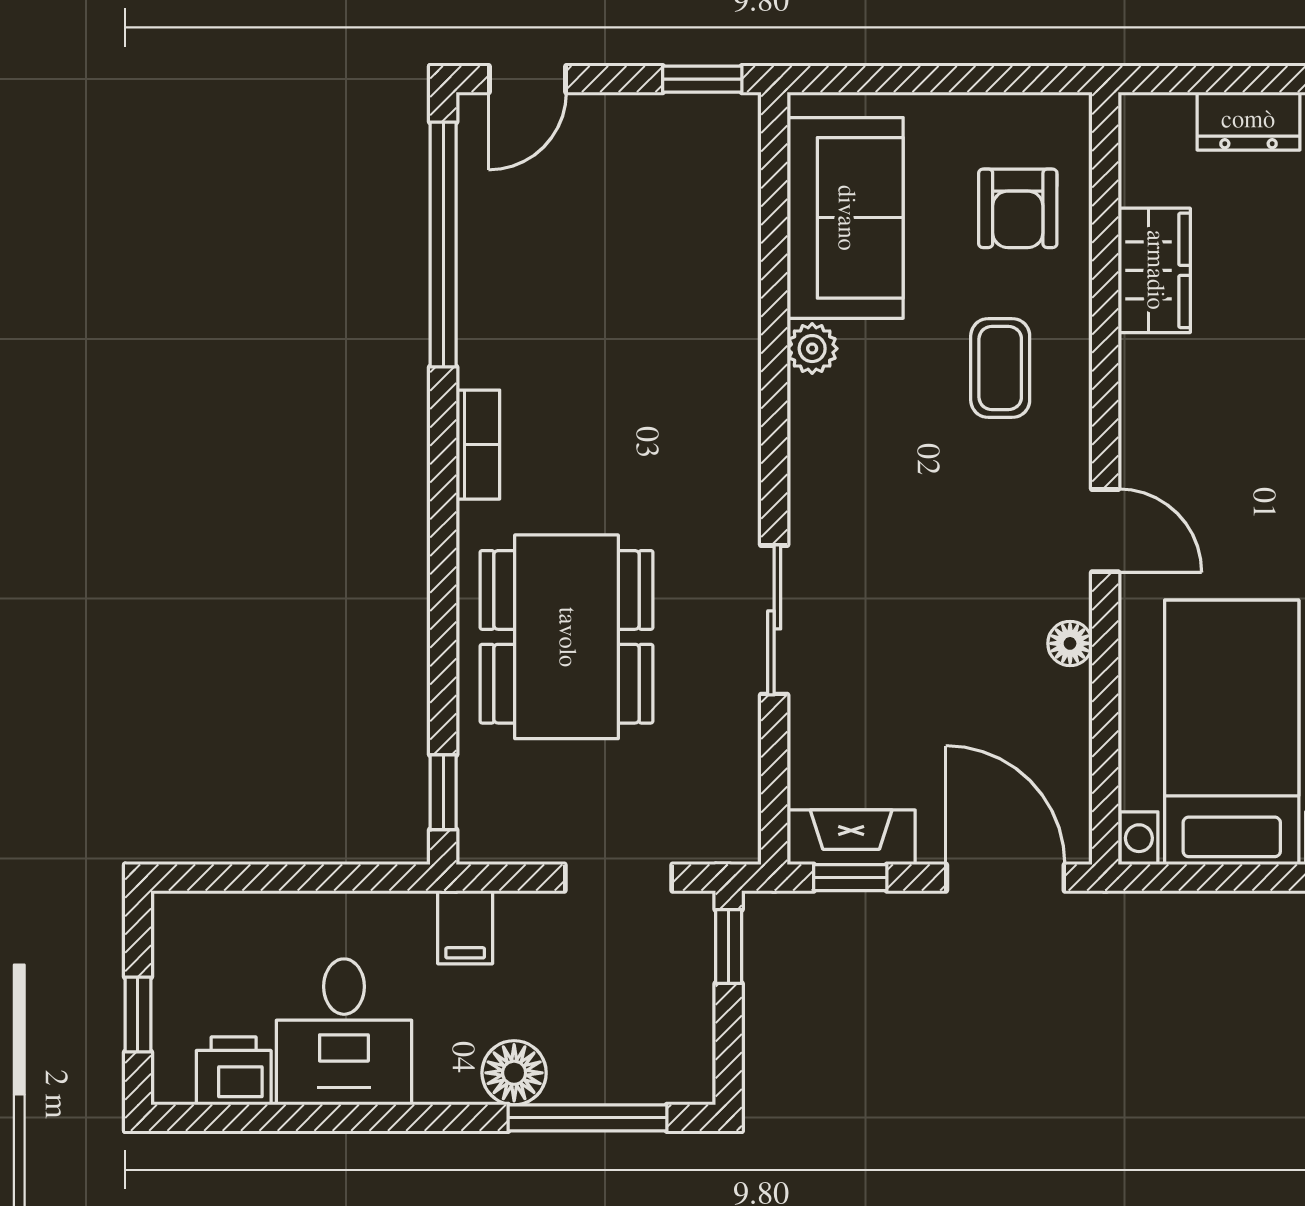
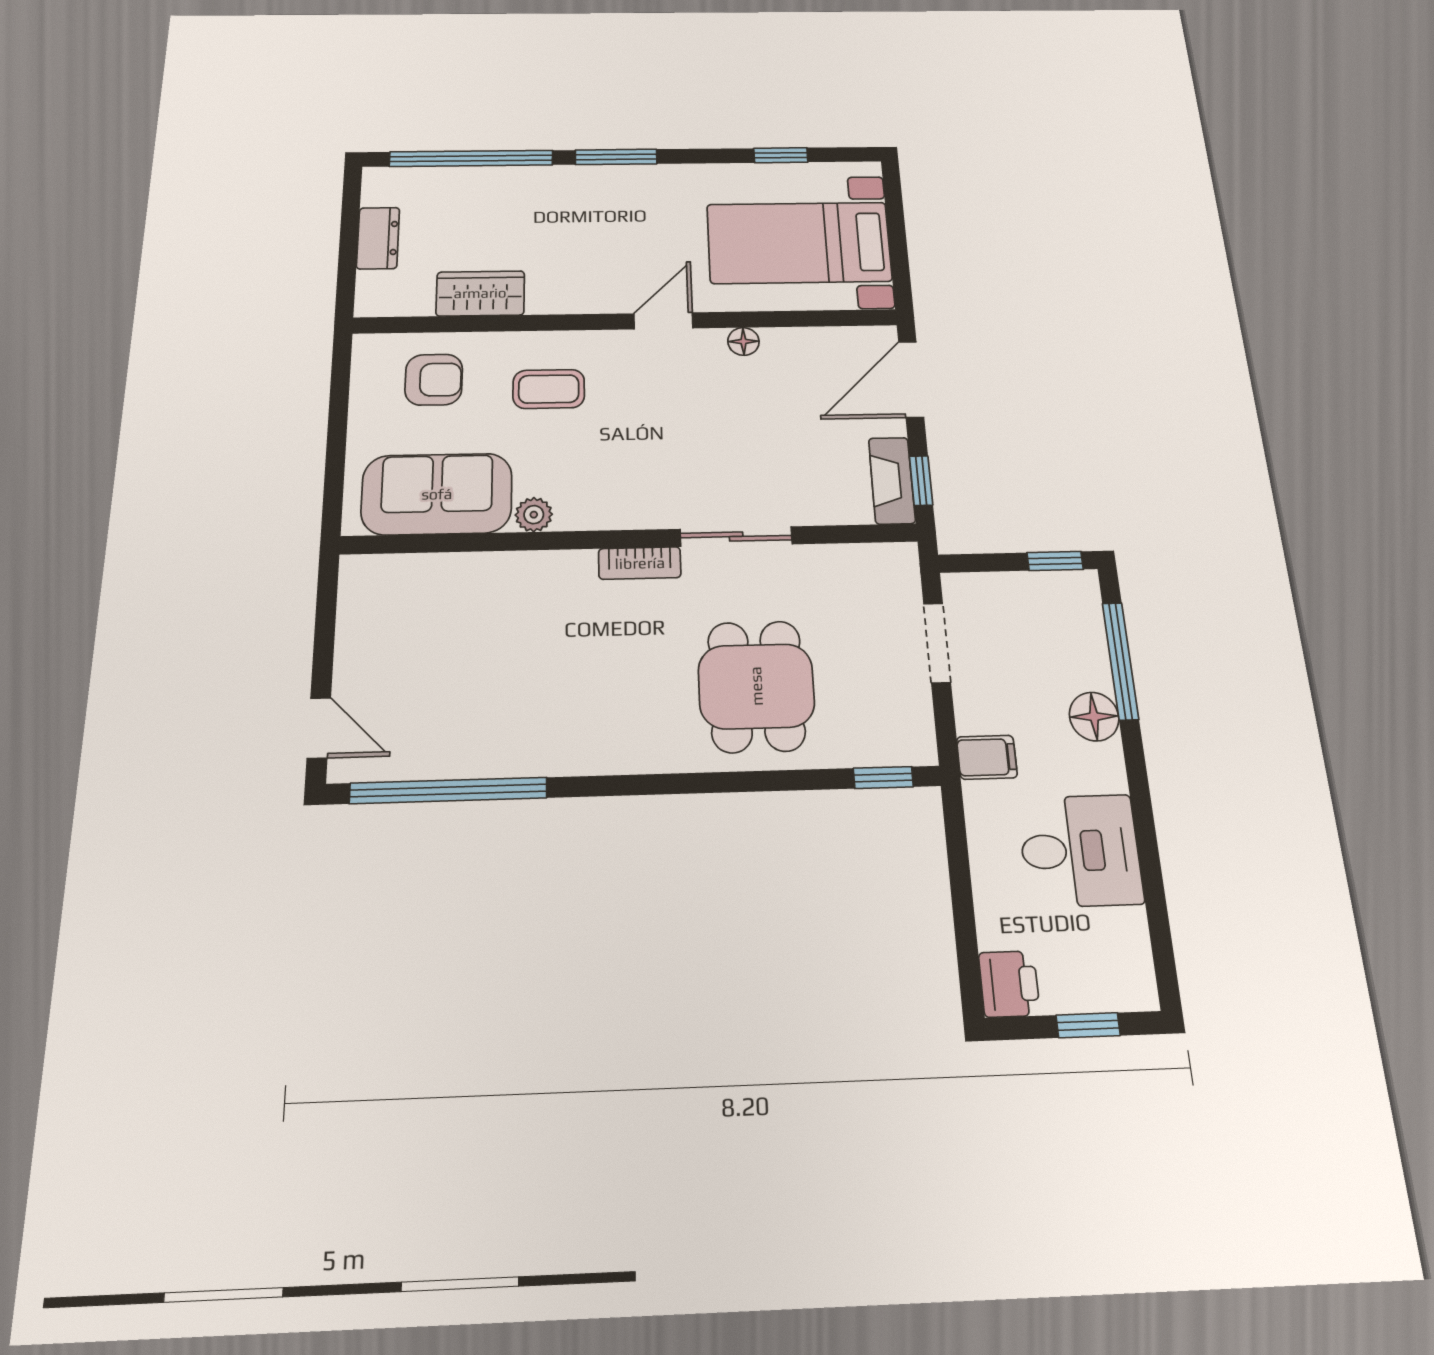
window: (702, 79) -> (327, 597), removed
bookcase: (478, 445) -> (640, 563), moved, turned 180
dining table: (566, 637) -> (756, 686), width x0.73
window: (729, 947) -> (1055, 561), moved
printer: (234, 1071) -> (1009, 984), moved, turned 180

